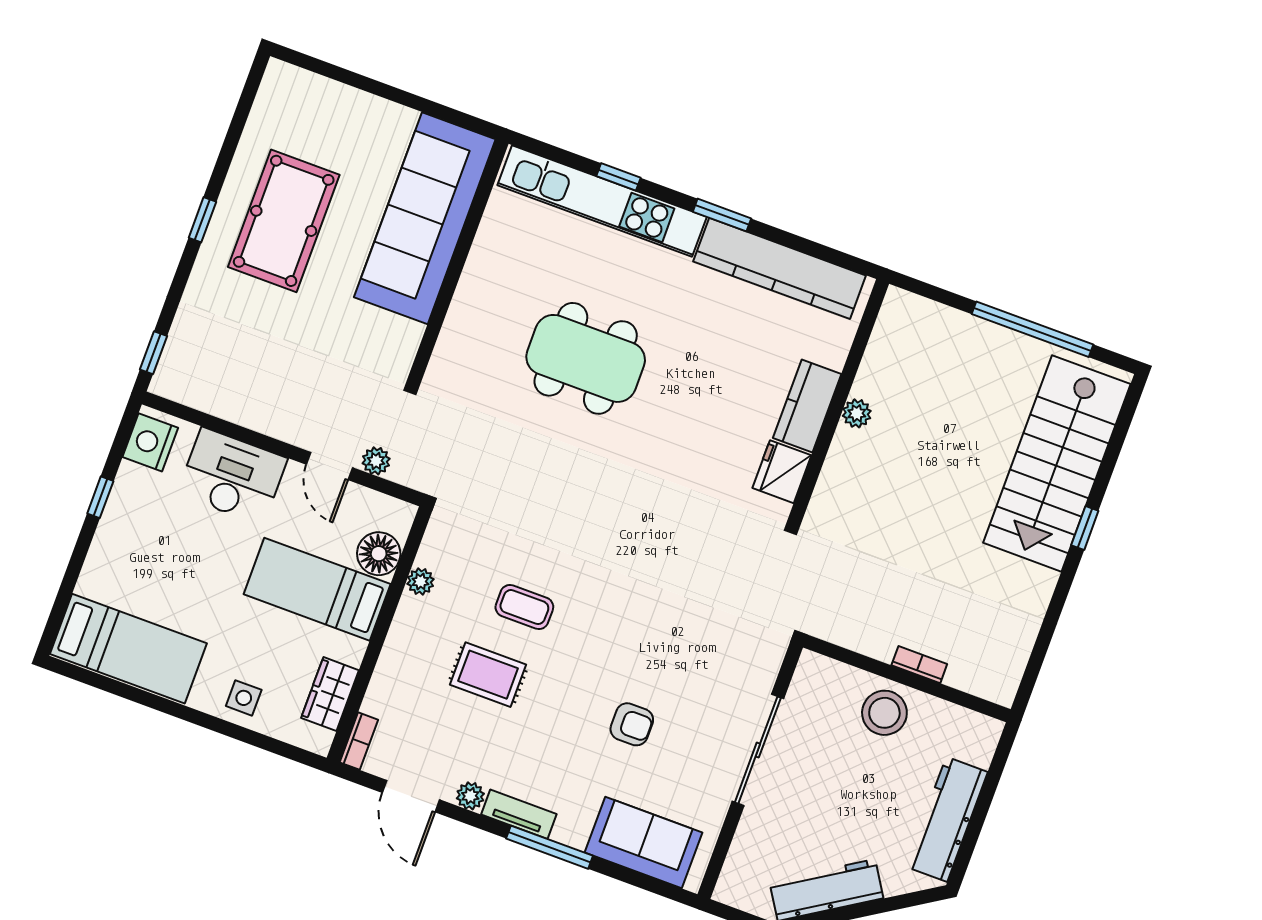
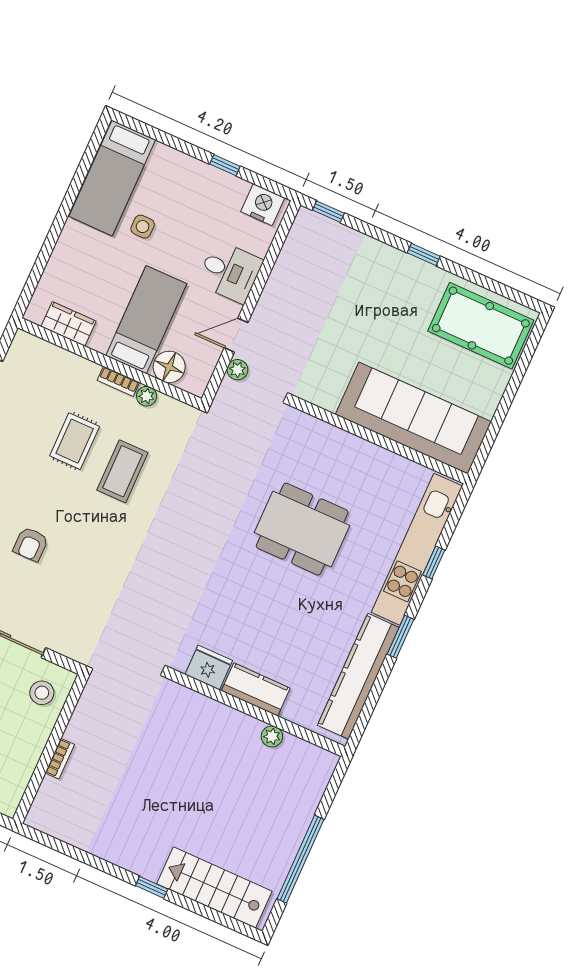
pool table: (284, 221) -> (481, 326), moved
dining table: (586, 358) -> (302, 529), turned 90
plant: (857, 413) -> (272, 736), moved
stairs: (1057, 463) -> (214, 888), width x0.73, depth x0.66
desk: (232, 476) -> (230, 272), width x0.73
coffee table: (524, 607) -> (122, 471), width x1.36, depth x1.30
side table: (244, 698) -> (143, 227), moved
stool: (884, 713) -> (42, 693), moved, width x0.73, depth x0.73
bookcase: (359, 741) -> (118, 381), moved

